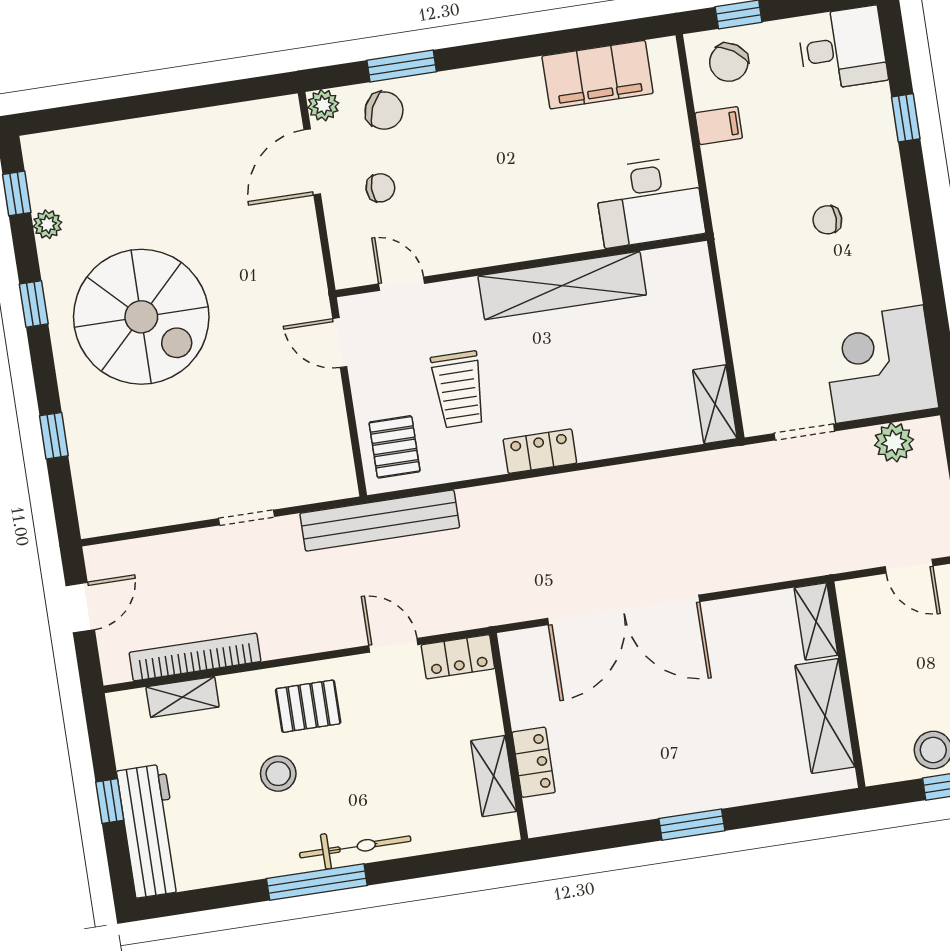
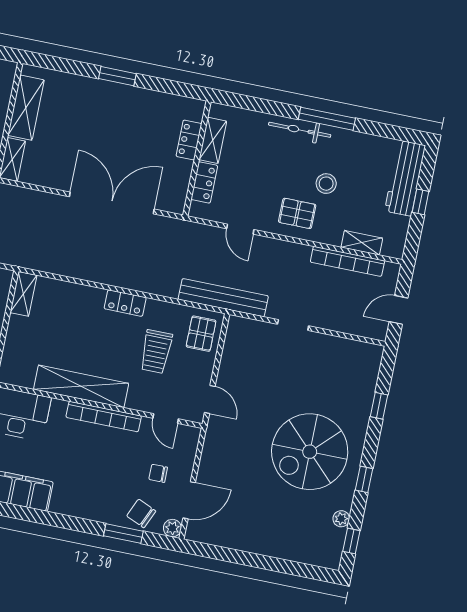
bookcase: (506, 249) -> (104, 417), added
spiral stairs: (141, 317) -> (310, 452), turned -90
trolley: (459, 389) -> (156, 352), turned 180
locker: (458, 657) -> (204, 182), moved, turned 90

